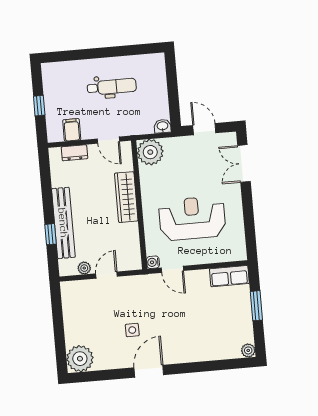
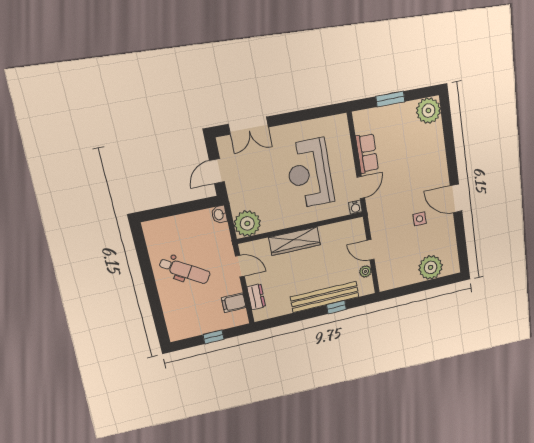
dental chair: (112, 87) -> (185, 270), turned 122
door: (108, 140) -> (240, 266), hinge flipped
row of seats: (229, 276) -> (367, 153), moved
plant: (248, 350) -> (428, 111), width x1.88, depth x1.88
plant: (80, 359) -> (431, 267), moved

